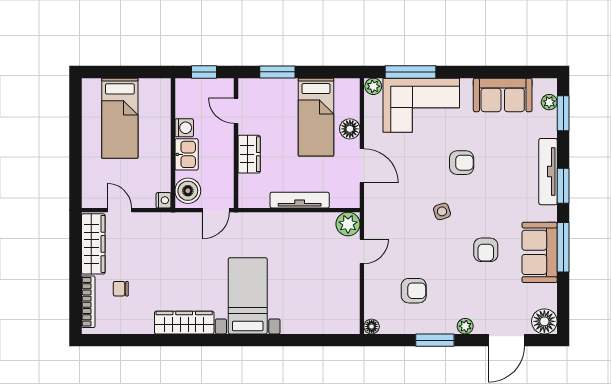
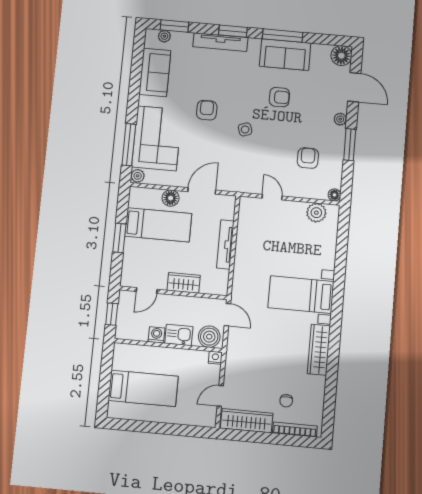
window: (277, 72) -> (119, 238), moved
plant: (348, 224) -> (316, 213), moved

